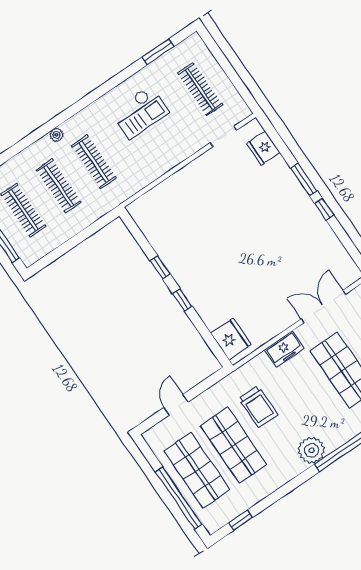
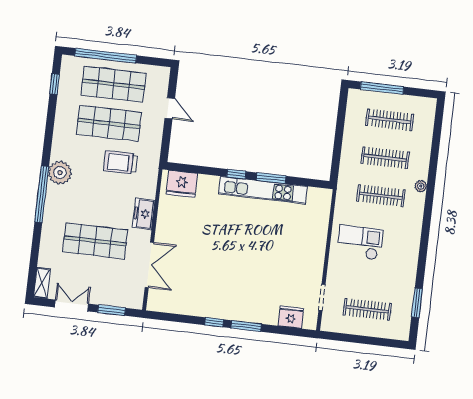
checkout: (140, 112) -> (360, 242), moved, turned 90
kitchen unit: (176, 265) -> (263, 190), added
window: (160, 267) -> (271, 178), width x1.50

